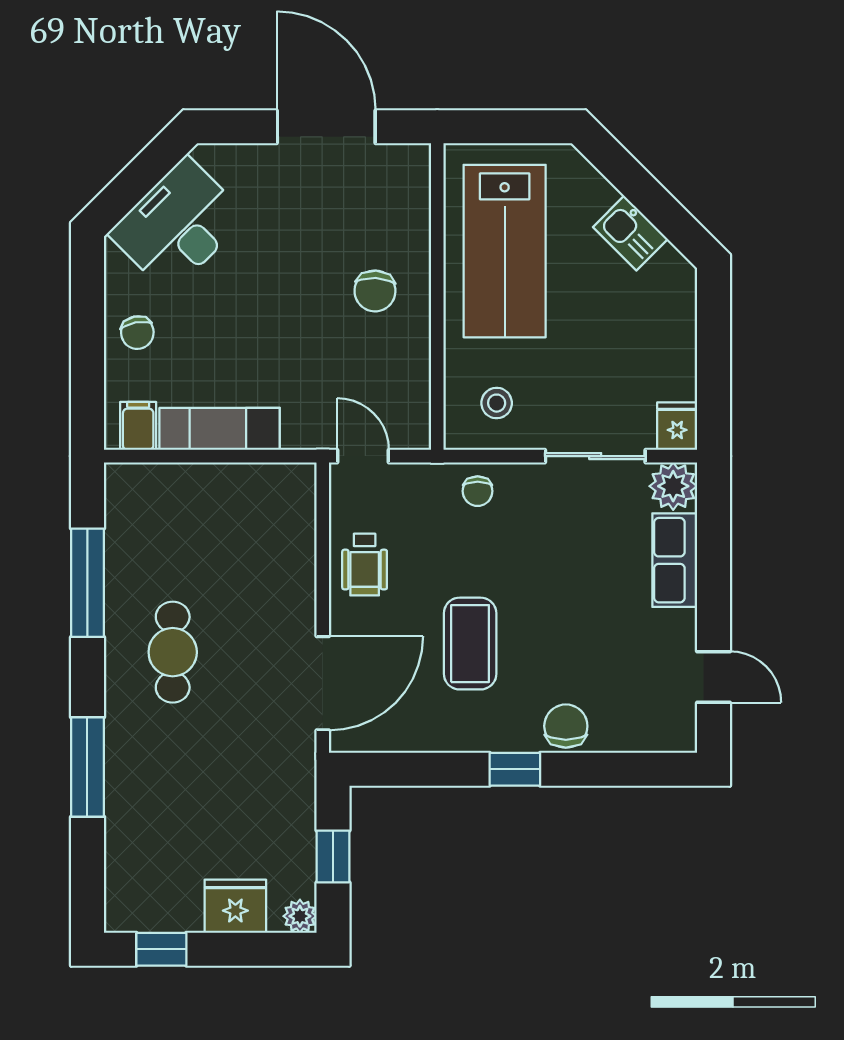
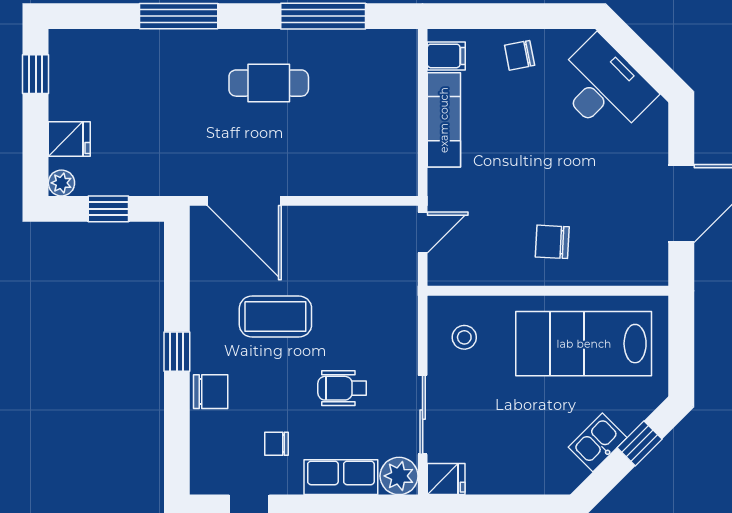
window: (632, 180) -> (640, 443), added
chair: (478, 491) -> (277, 444), moved
wheelchair: (365, 565) -> (342, 388), moved
fridge: (235, 906) -> (69, 139), width x0.72

